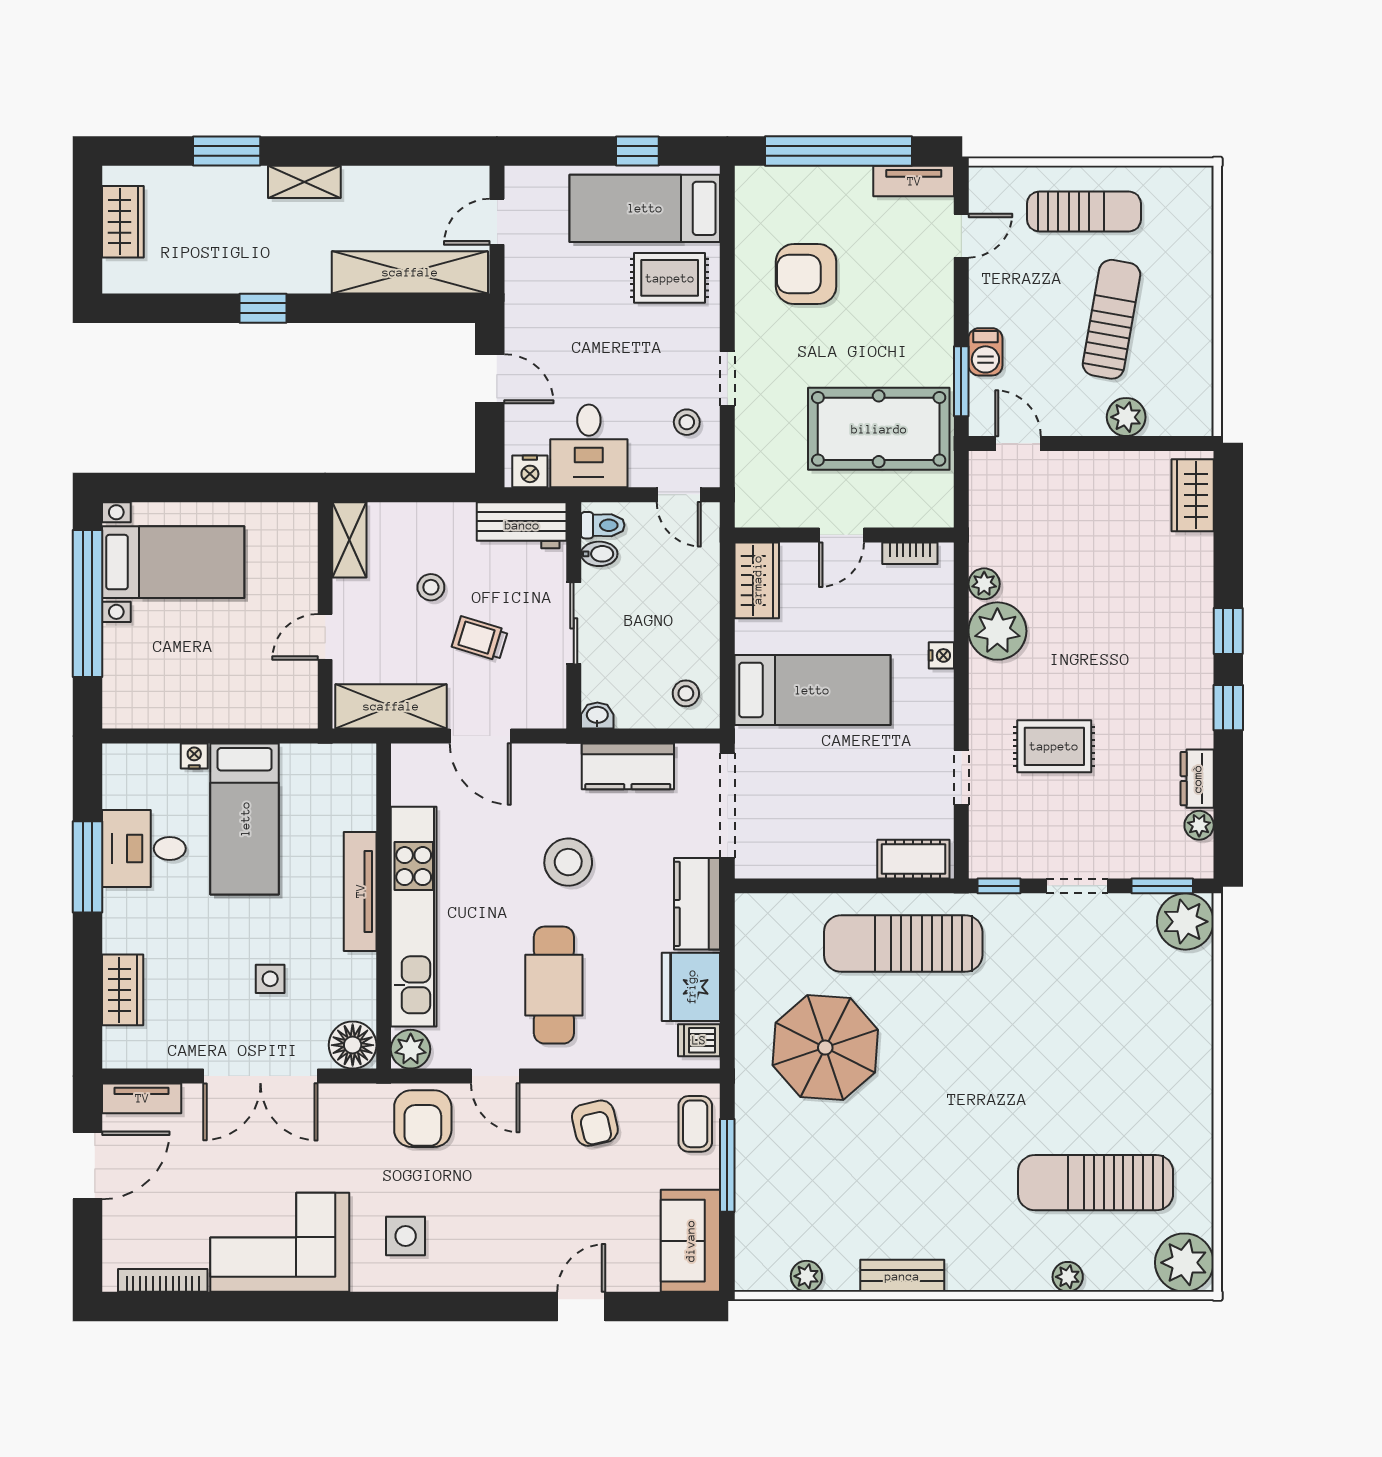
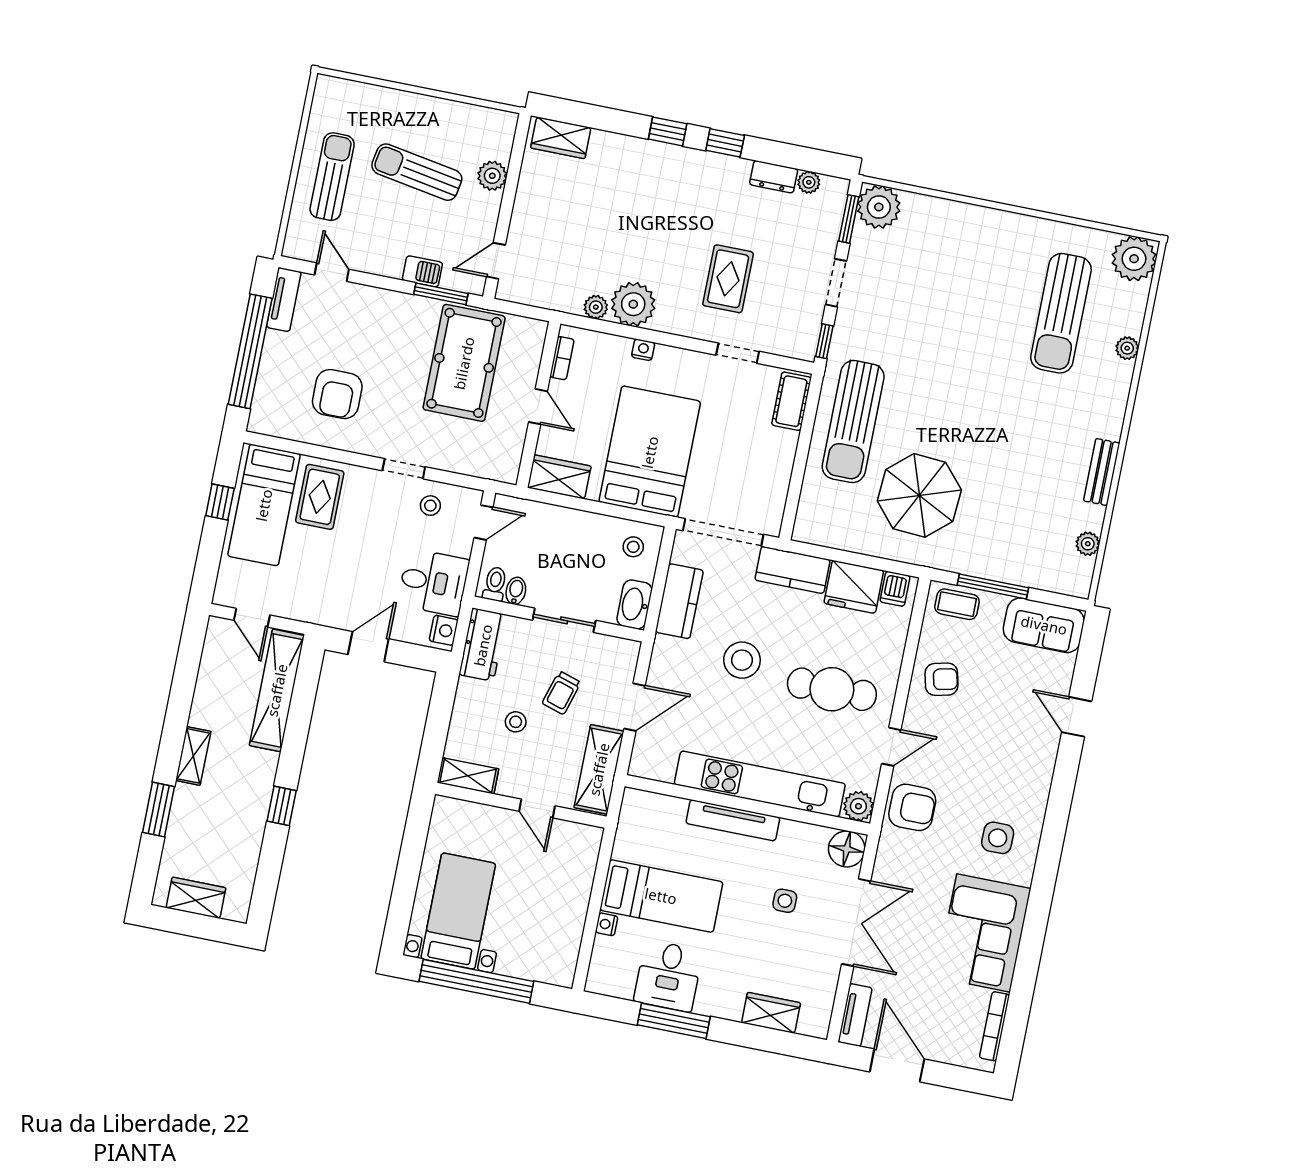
bed: (812, 690) -> (650, 452), width x1.50
washbasin: (597, 716) -> (634, 604), width x1.91, depth x1.45

